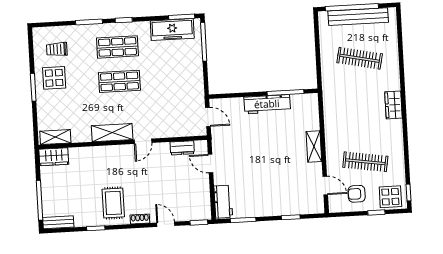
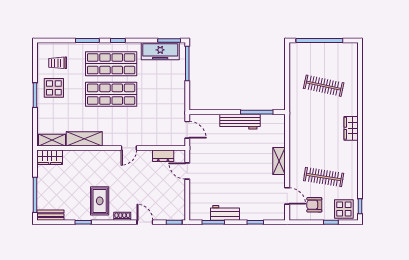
bench: (358, 17) -> (324, 49), removed
shop shelf: (117, 47) -> (111, 64), width x1.43, depth x1.36
shop shelf: (119, 81) -> (111, 94), width x1.43, depth x1.36
shelving: (112, 133) -> (84, 139), moved
workbench: (223, 202) -> (225, 213), moved, turned -90

